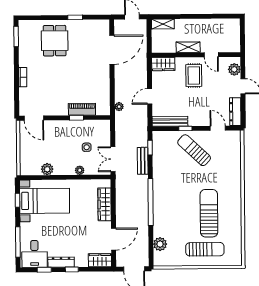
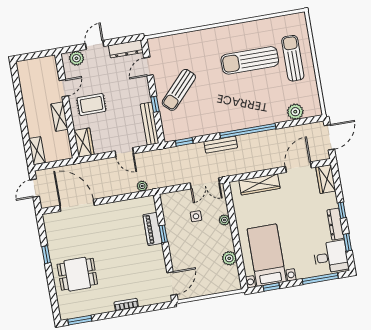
bench: (143, 161) -> (221, 145), moved
door: (114, 239) -> (298, 167), hinge flipped

